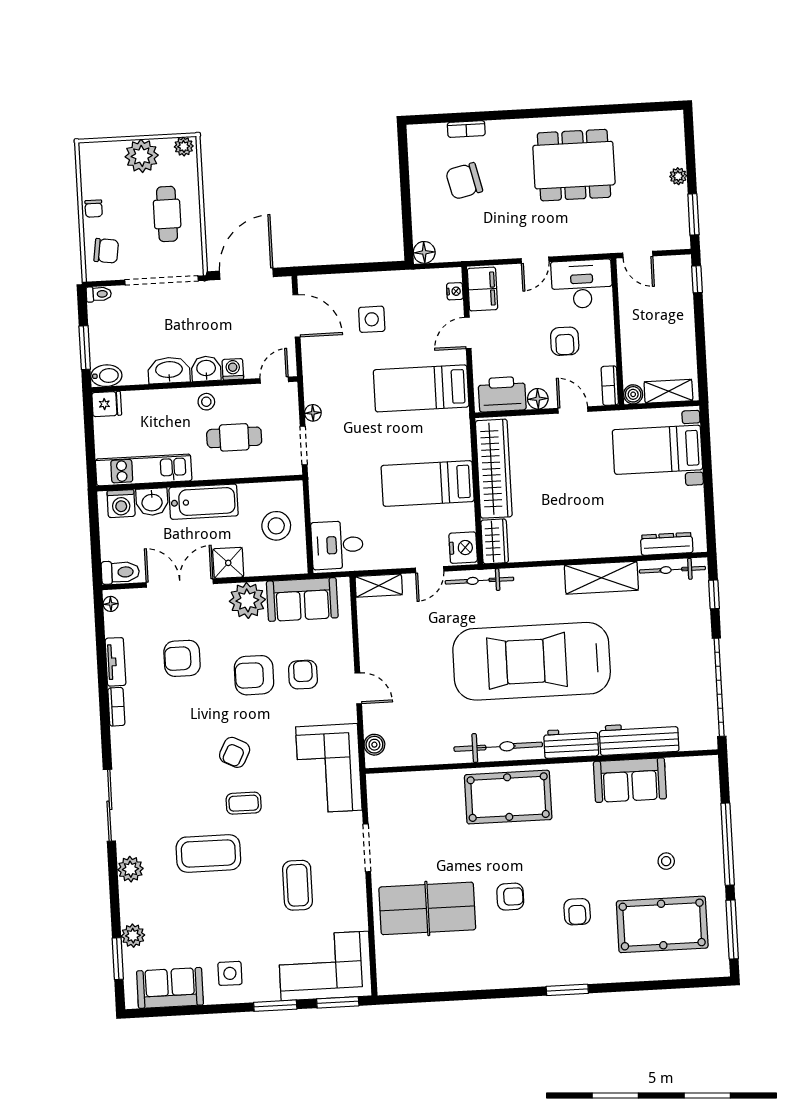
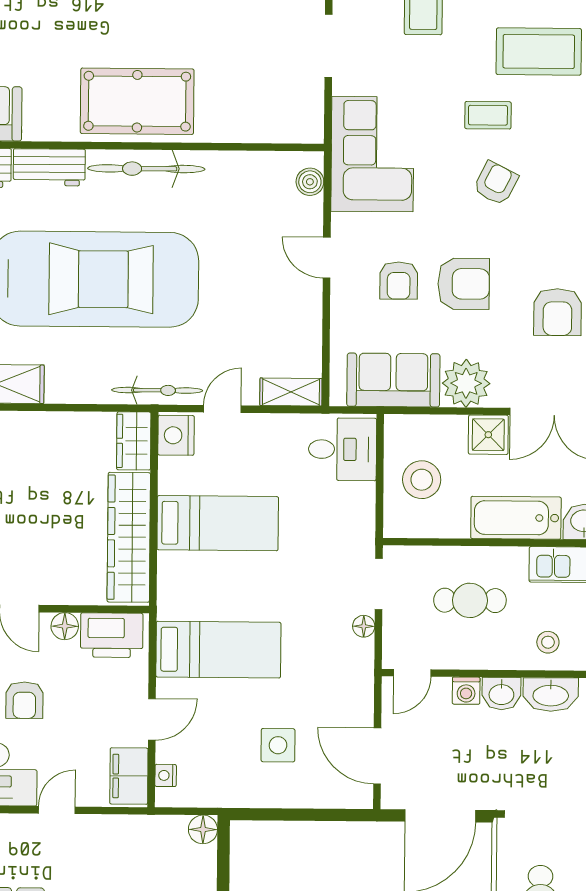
armchair: (565, 341) -> (24, 700), turned 180
stool: (206, 402) -> (548, 642), moved
armchair: (182, 658) -> (557, 312), turned 90

